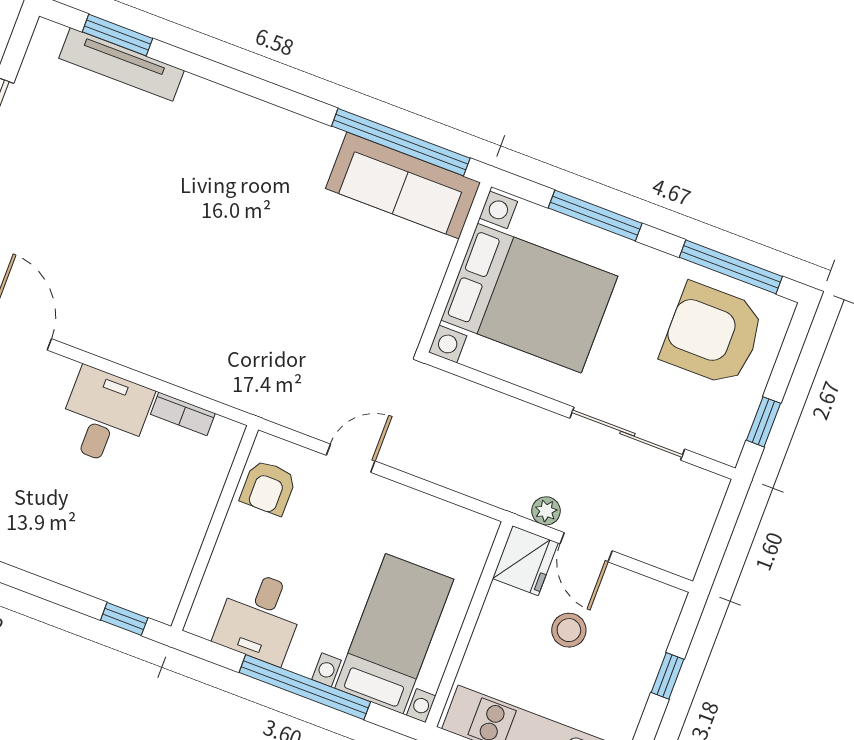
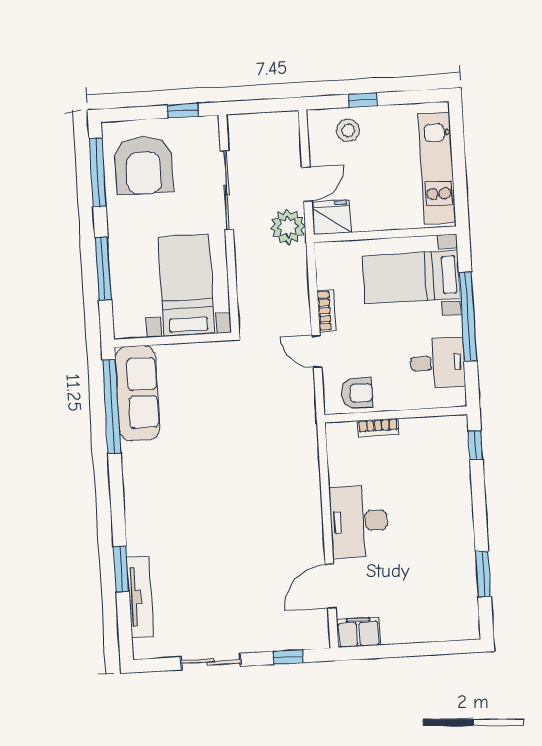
window: (118, 35) -> (121, 569), moved
bed with nightstands: (529, 298) -> (186, 285), width x0.73
bookcase: (183, 414) -> (378, 427), moved, turned 90
desk: (105, 416) -> (359, 521), width x1.37
bookcase: (400, 496) -> (326, 311), added
plant: (546, 511) -> (288, 227), width x1.87, depth x1.87
stool: (569, 630) -> (348, 130), moved

